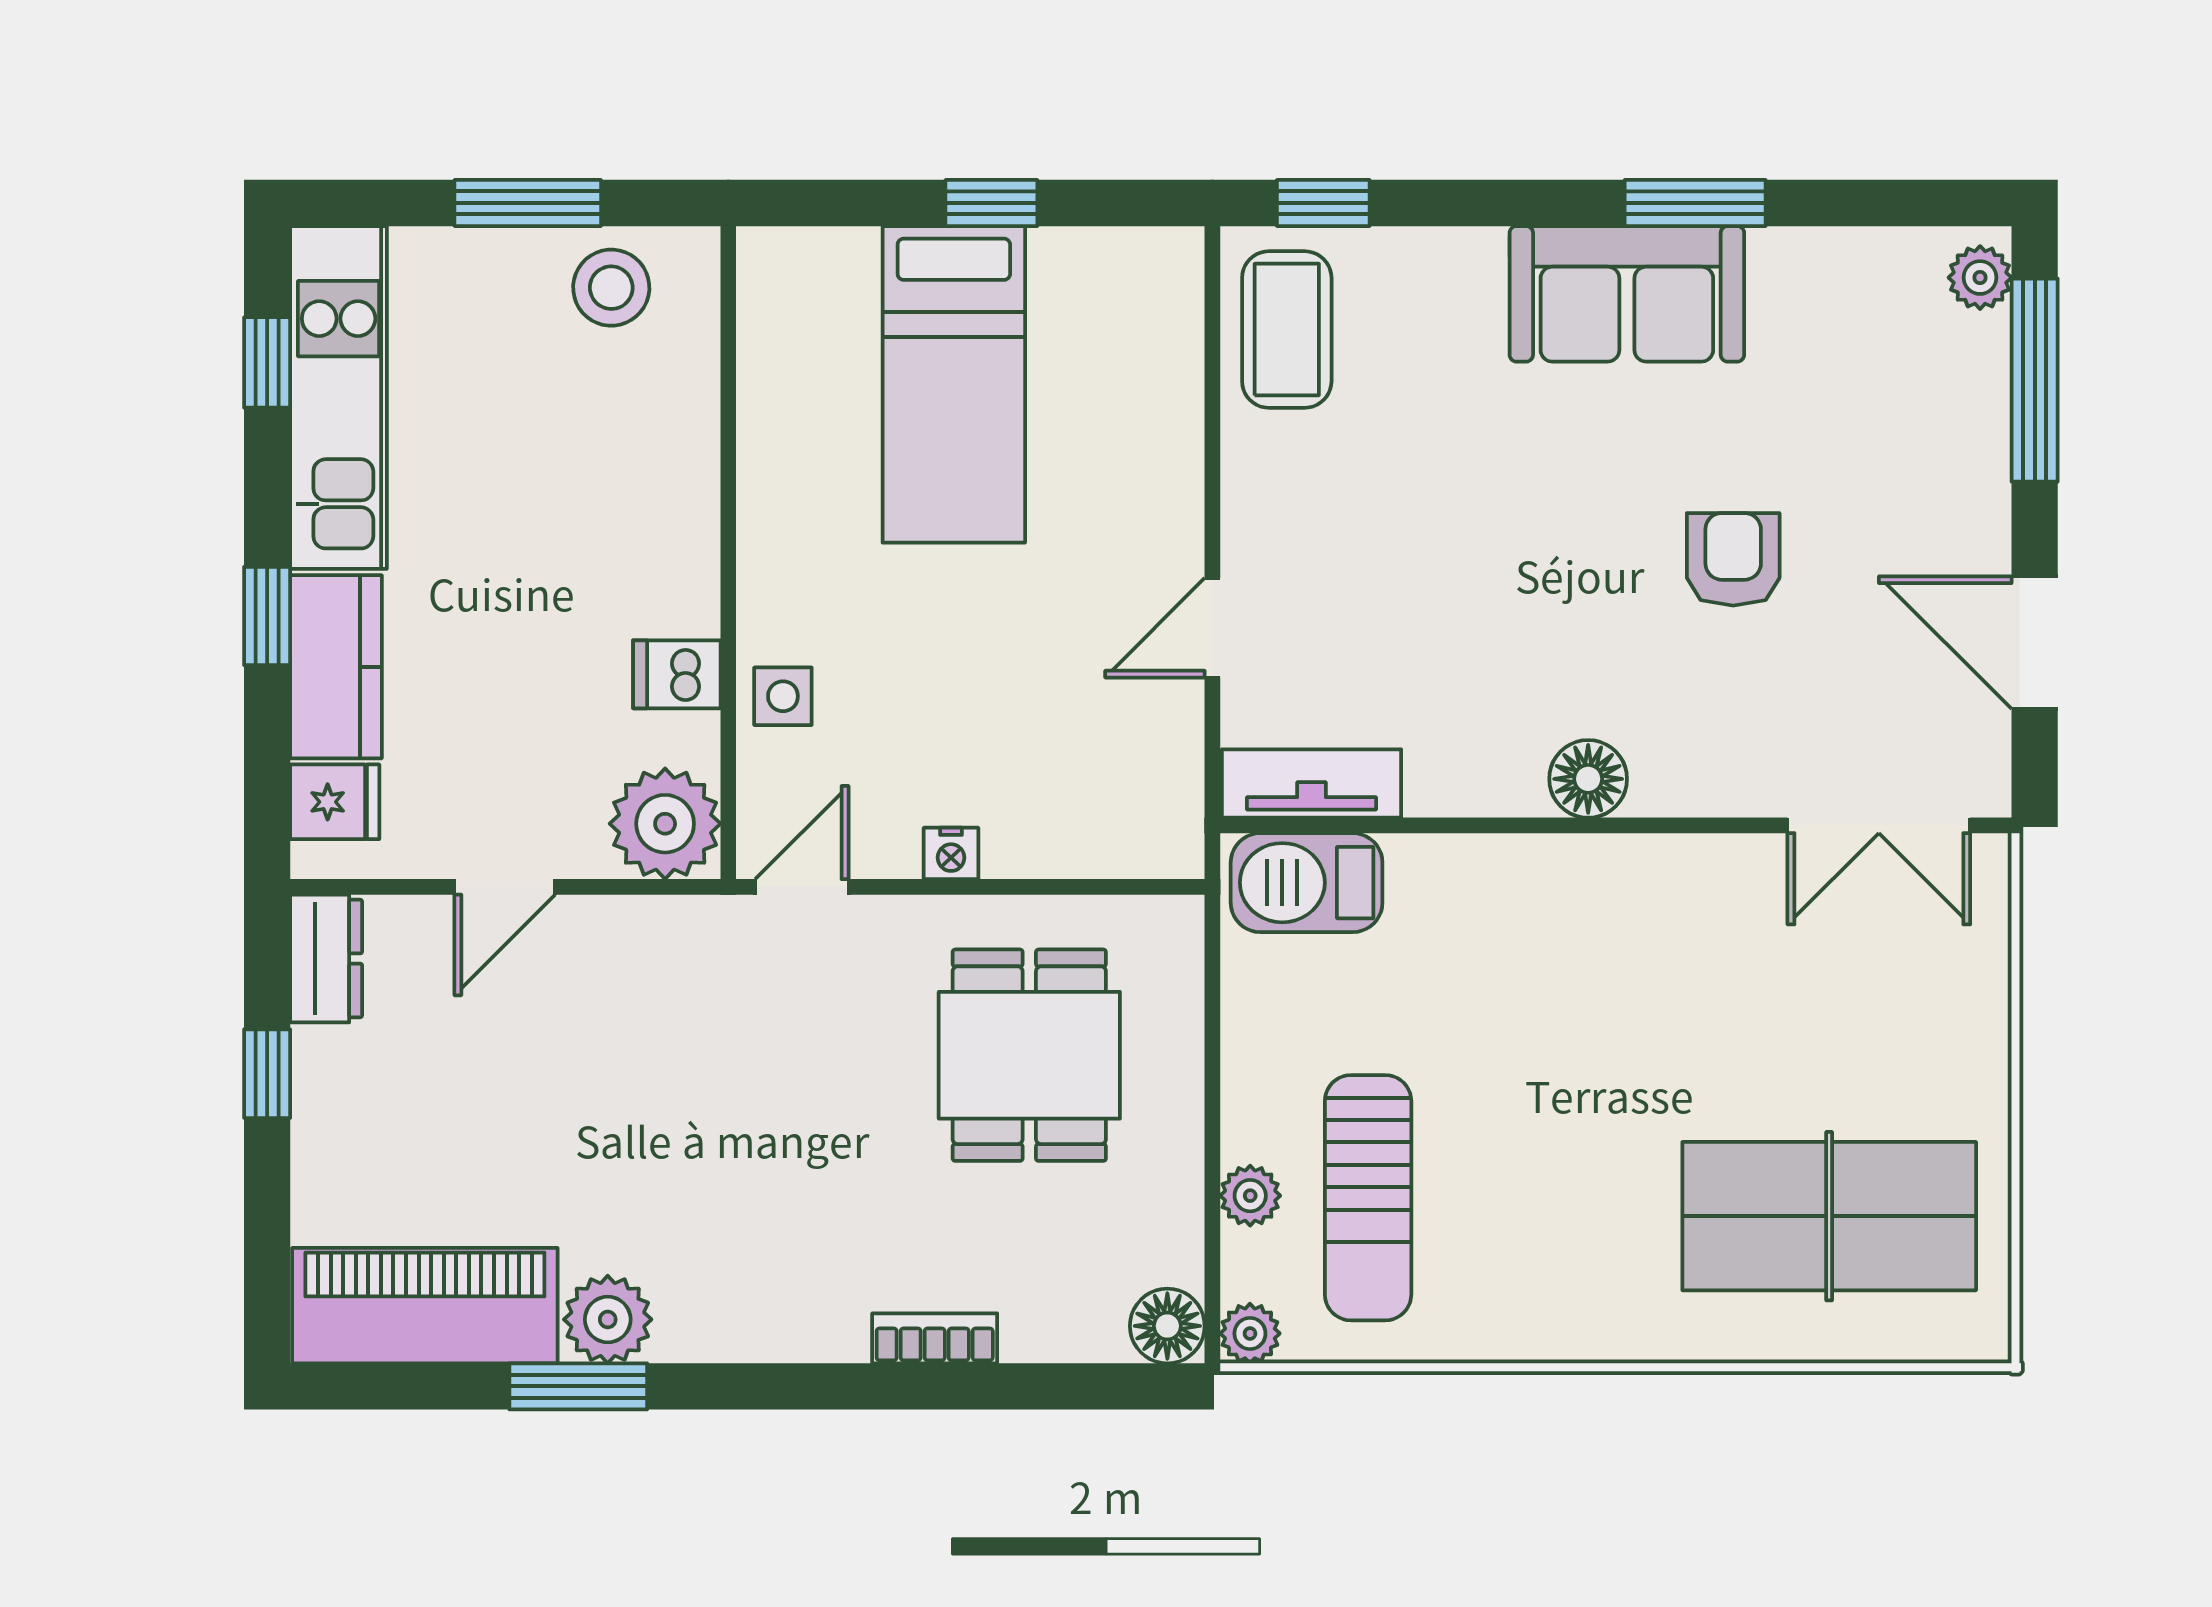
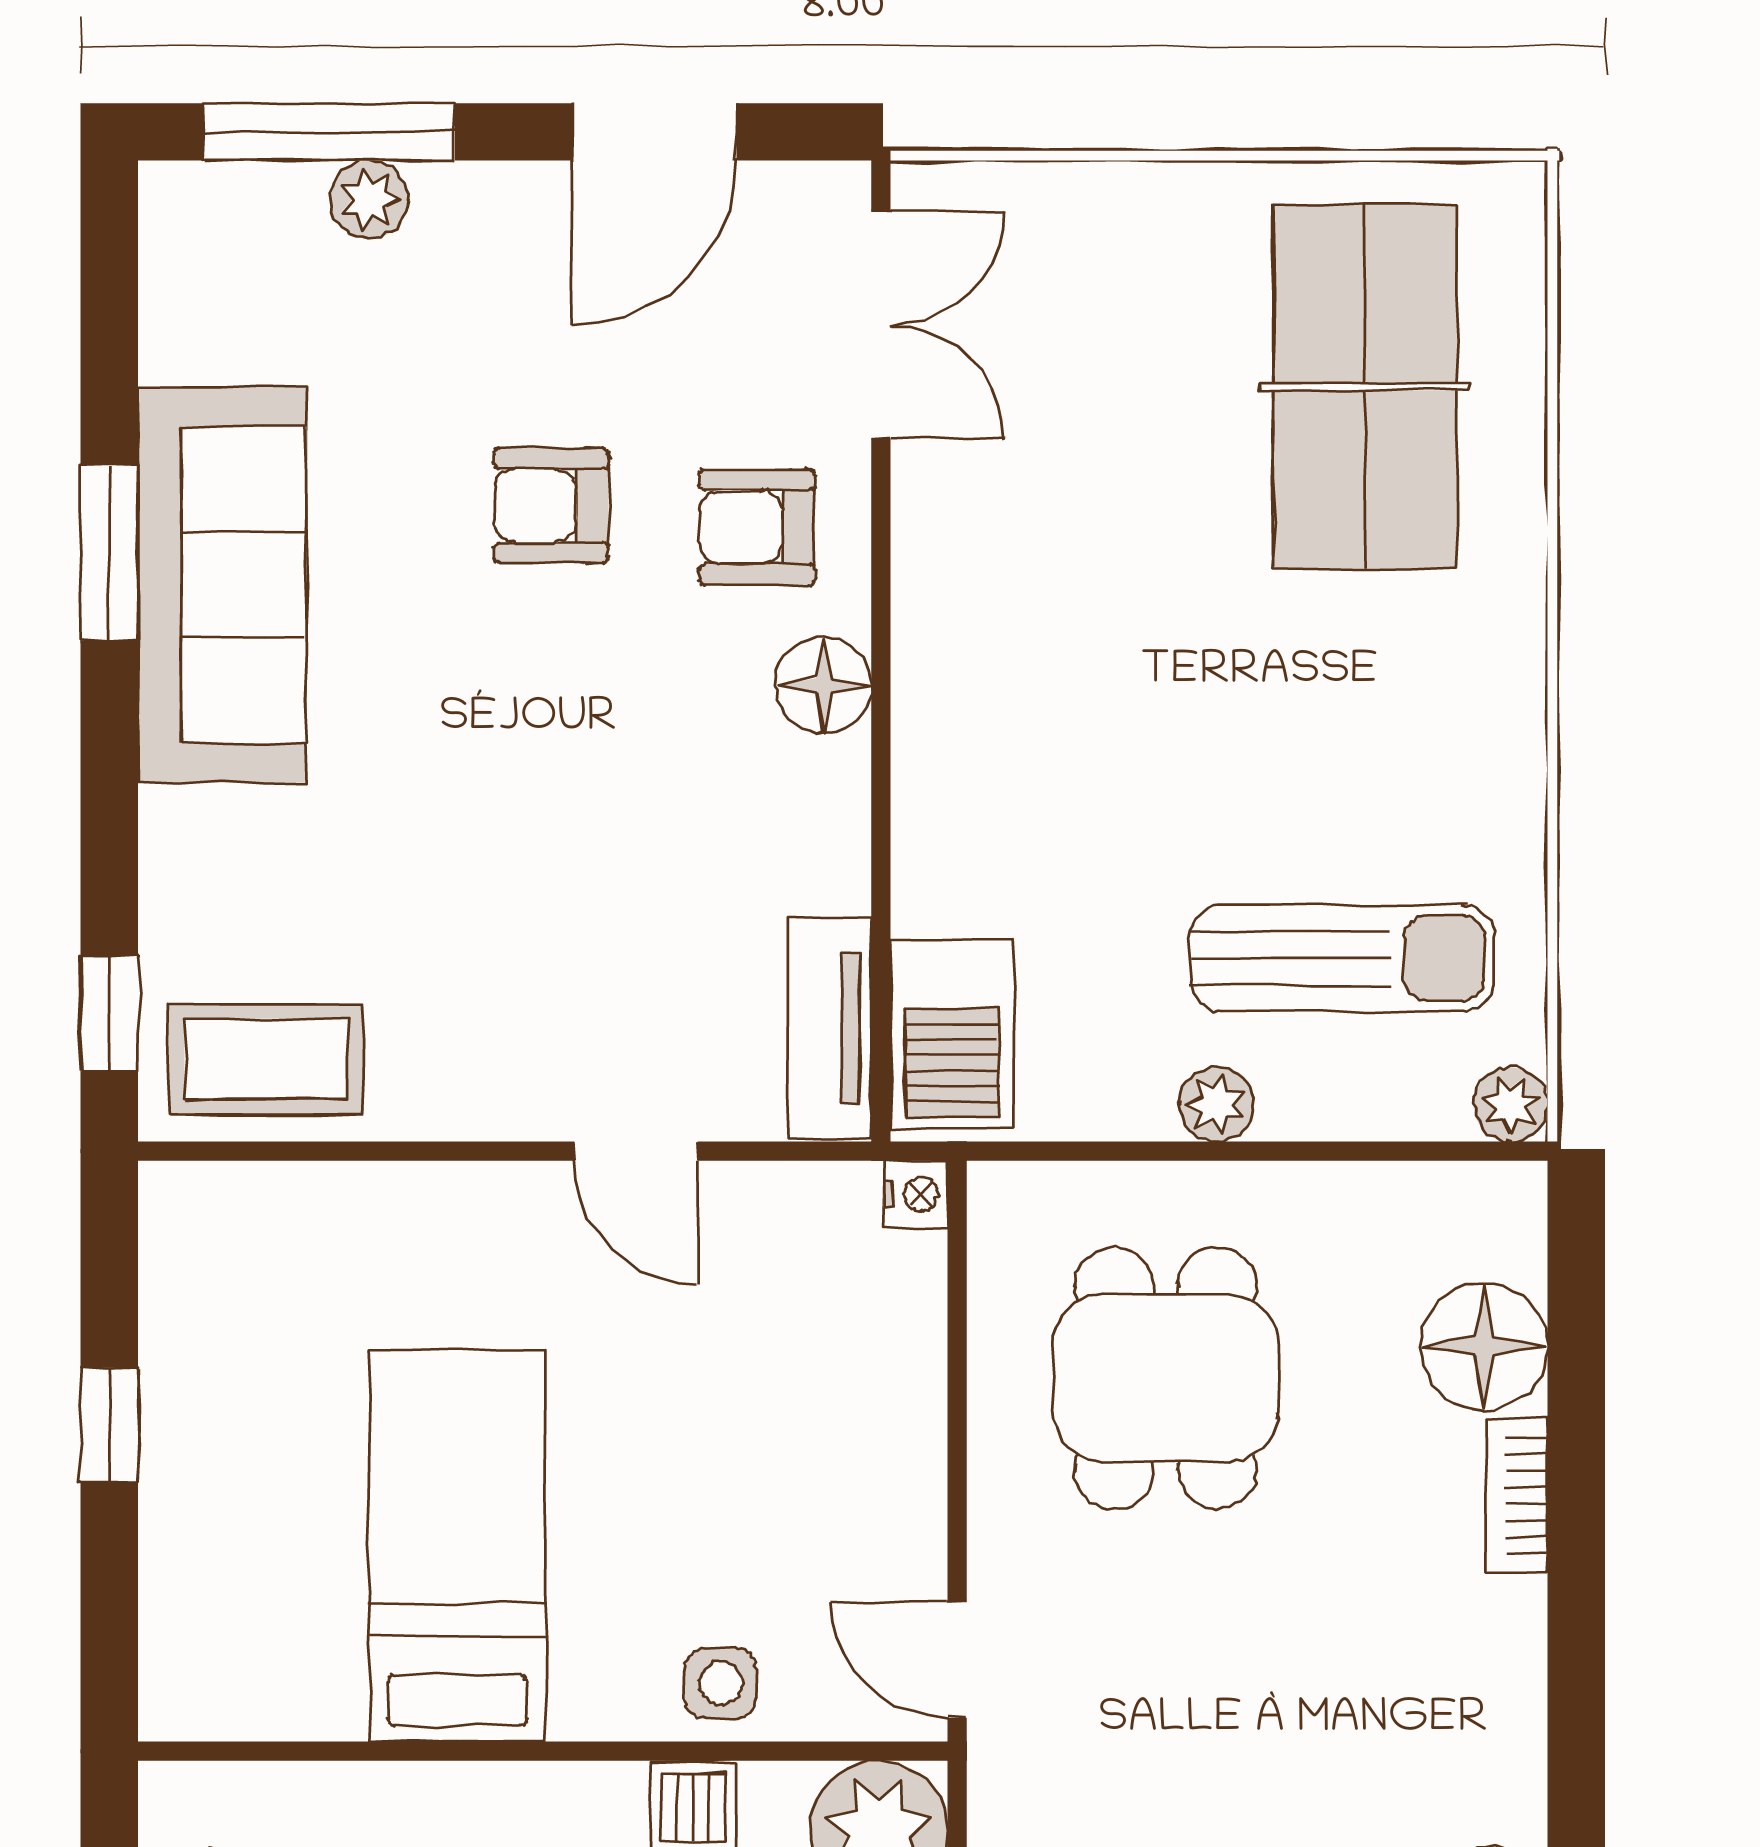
plant: (1980, 278) -> (369, 200), moved
sofa: (1627, 294) -> (222, 585), width x1.36
bed: (954, 384) -> (458, 1545), moved, turned -90
armchair: (1716, 726) -> (757, 527), added
nightstand: (951, 853) -> (916, 1194), moved
dining table: (1029, 1055) -> (1166, 1378), turned 90
plant: (1250, 1196) -> (1216, 1104), moved
floor lamp: (1167, 1326) -> (1484, 1346), moved, width x1.38, depth x1.38

